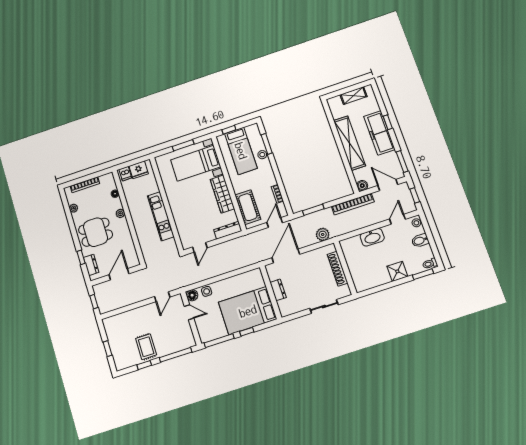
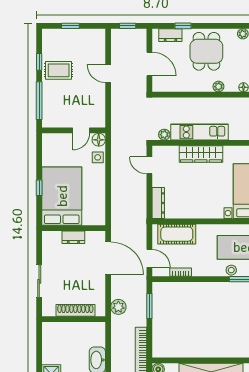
wardrobe: (222, 194) -> (201, 154), moved, turned 180
plant: (171, 244) -> (164, 135), added
door: (162, 297) -> (108, 74), moved
window: (219, 341) -> (39, 154), removed

